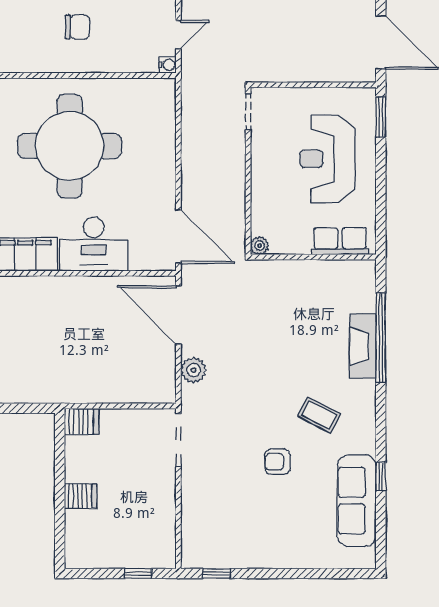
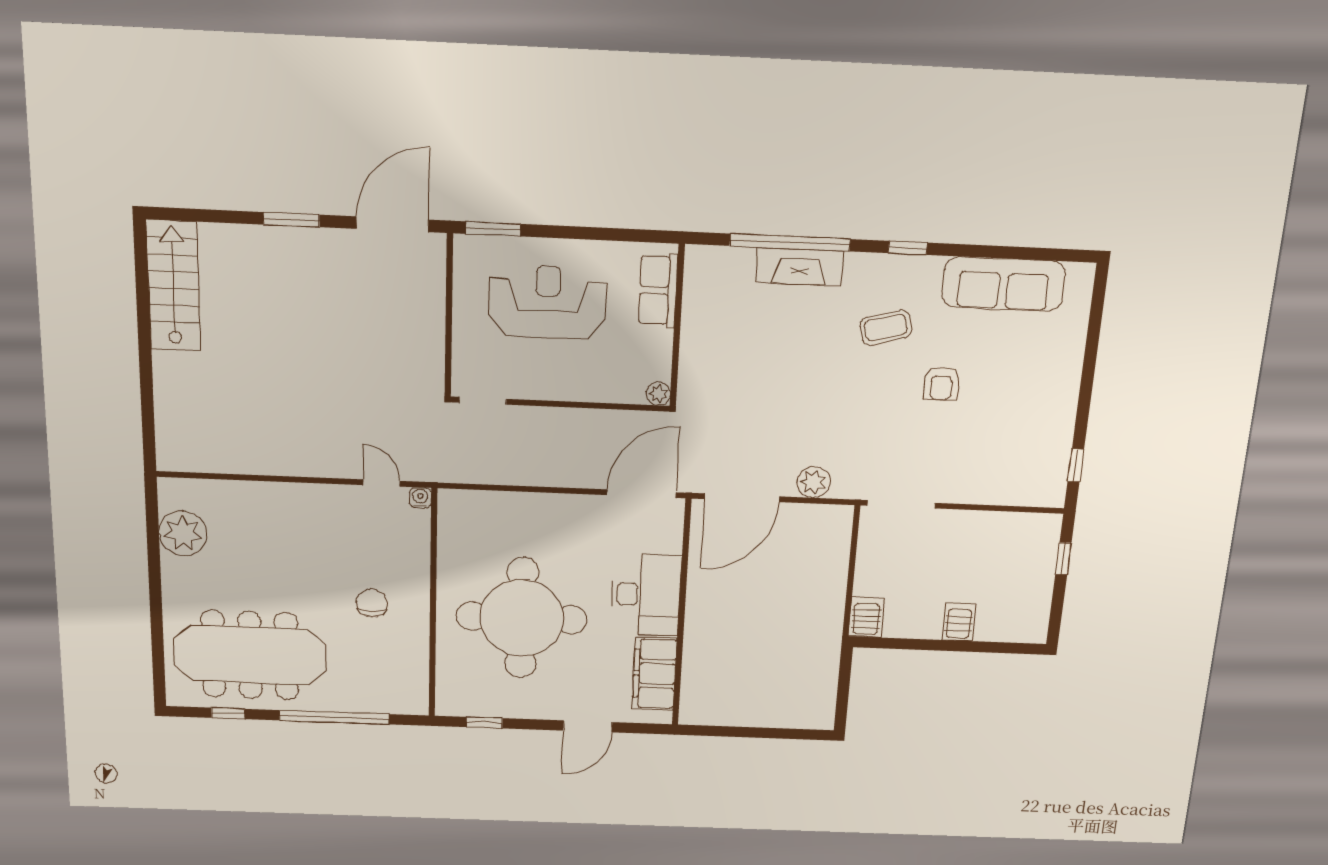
reception desk: (327, 159) -> (548, 302), turned 180
coffee table: (319, 415) -> (886, 328), turned 48
window: (381, 477) -> (908, 248), moved

